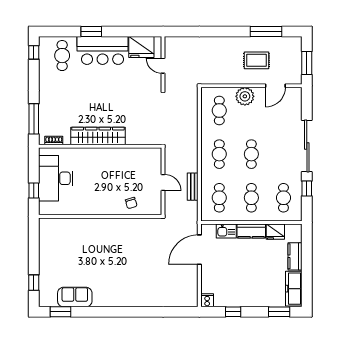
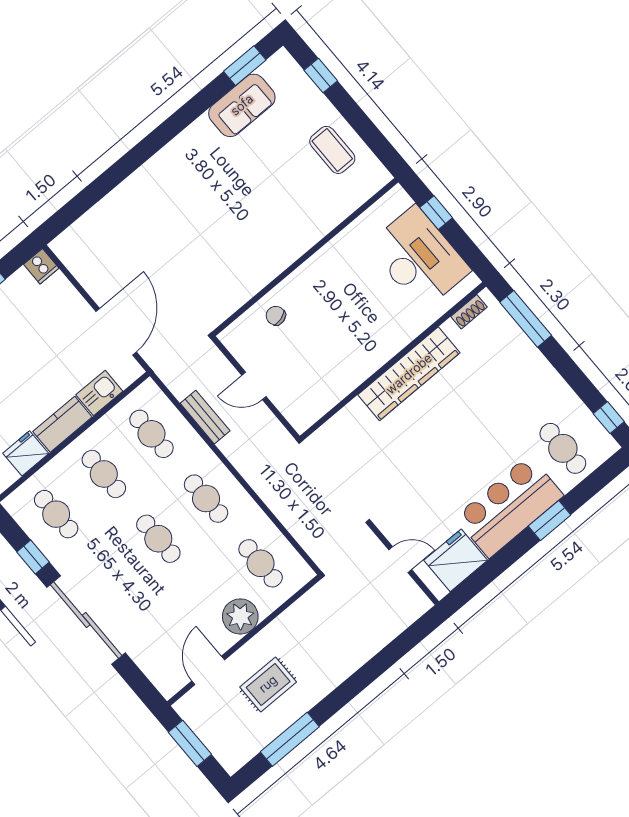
coffee table: (54, 250) -> (332, 150), added

